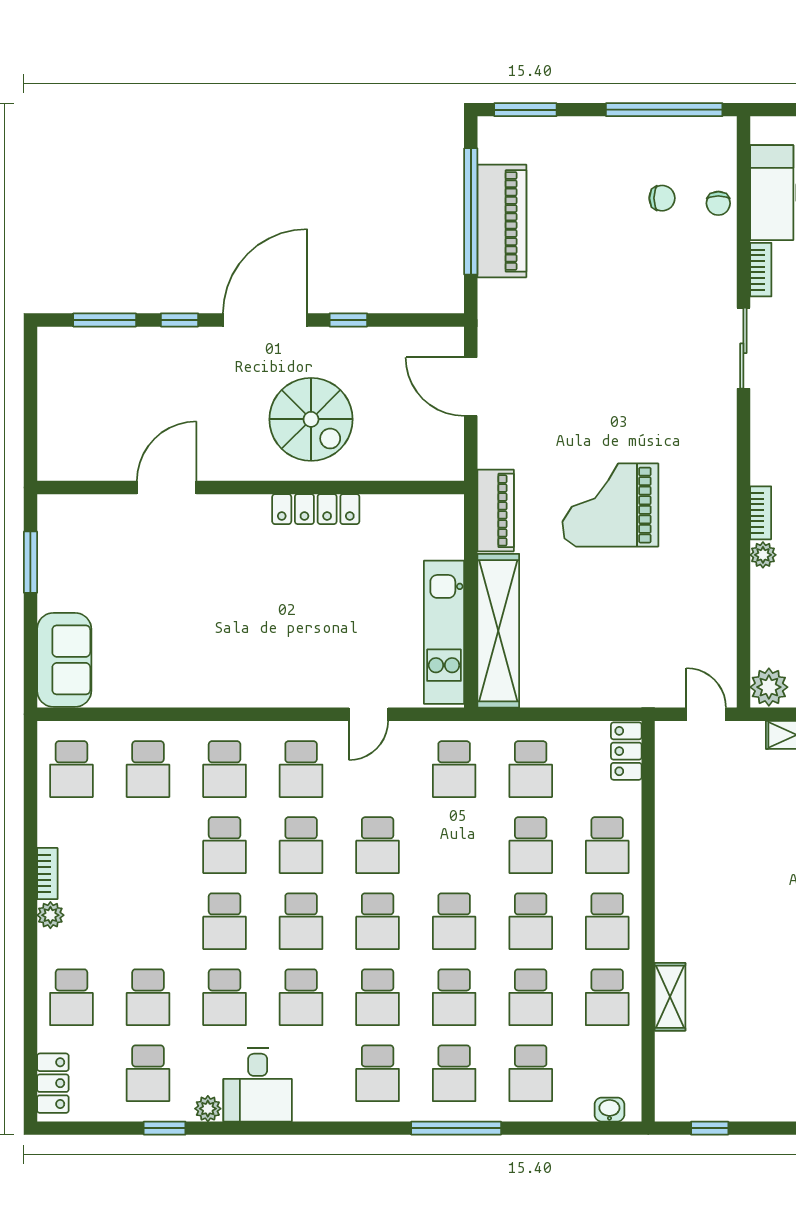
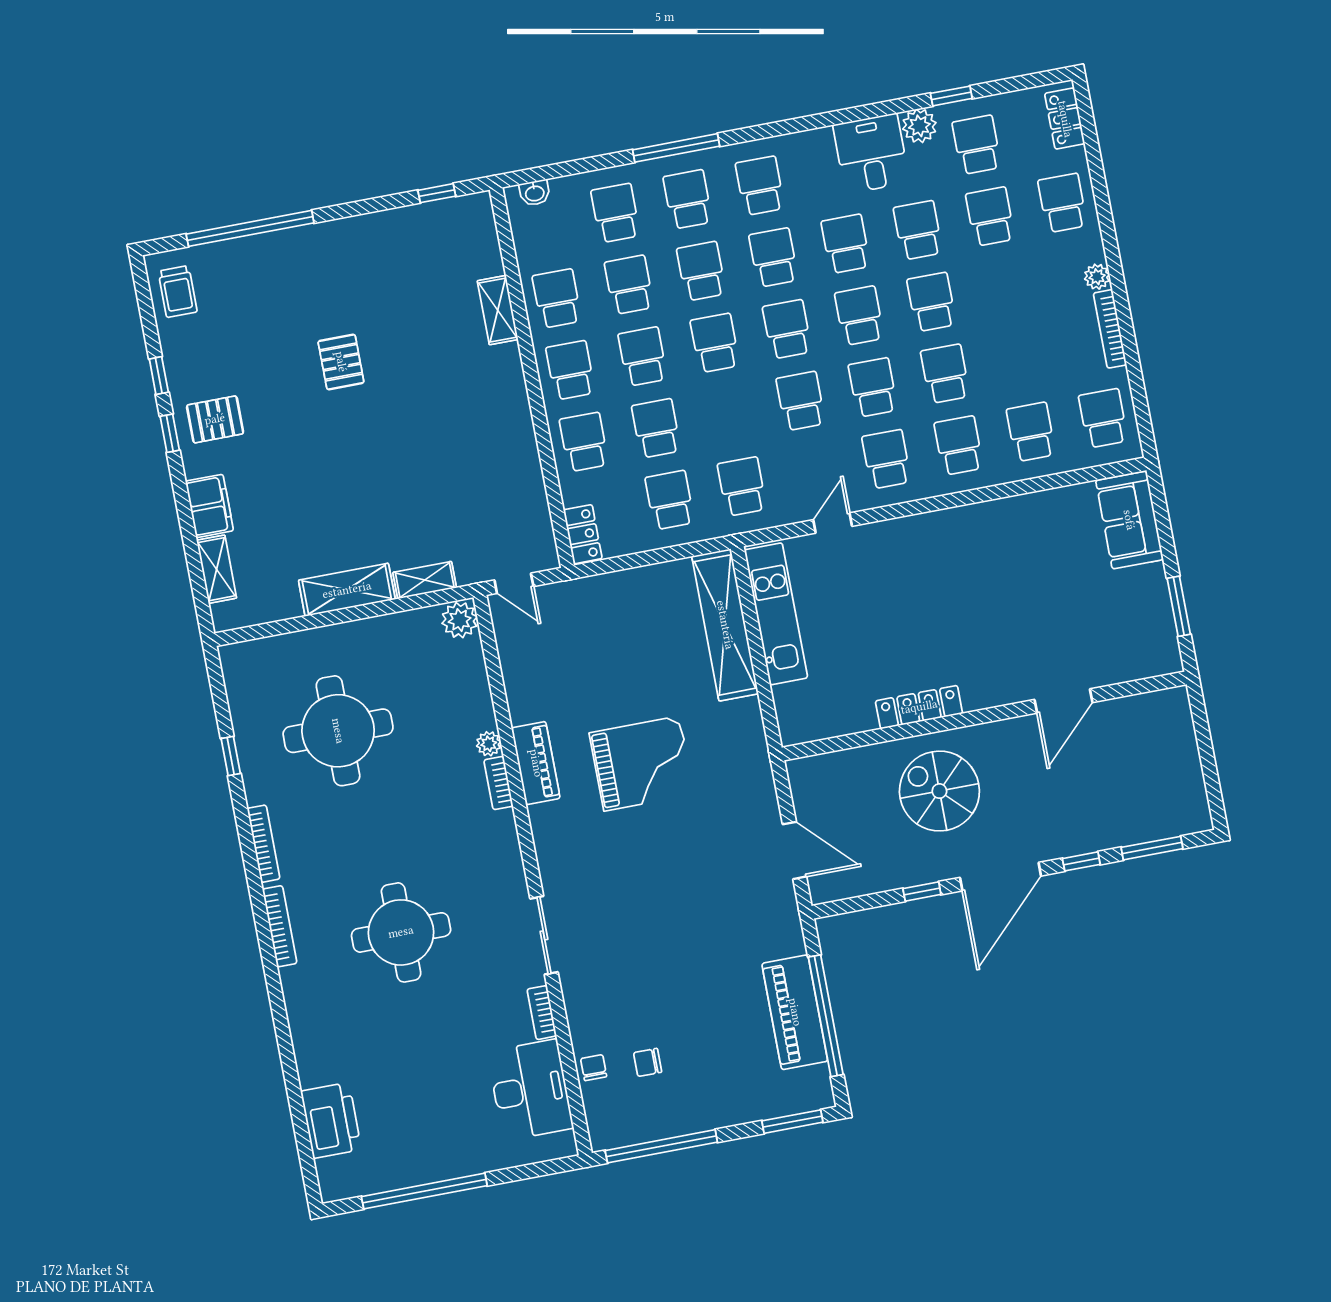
piano: (496, 510) -> (536, 763), moved, turned 180
bookcase: (47, 874) -> (1110, 329), width x1.56
plant: (208, 1109) -> (919, 126), width x1.38, depth x1.38

